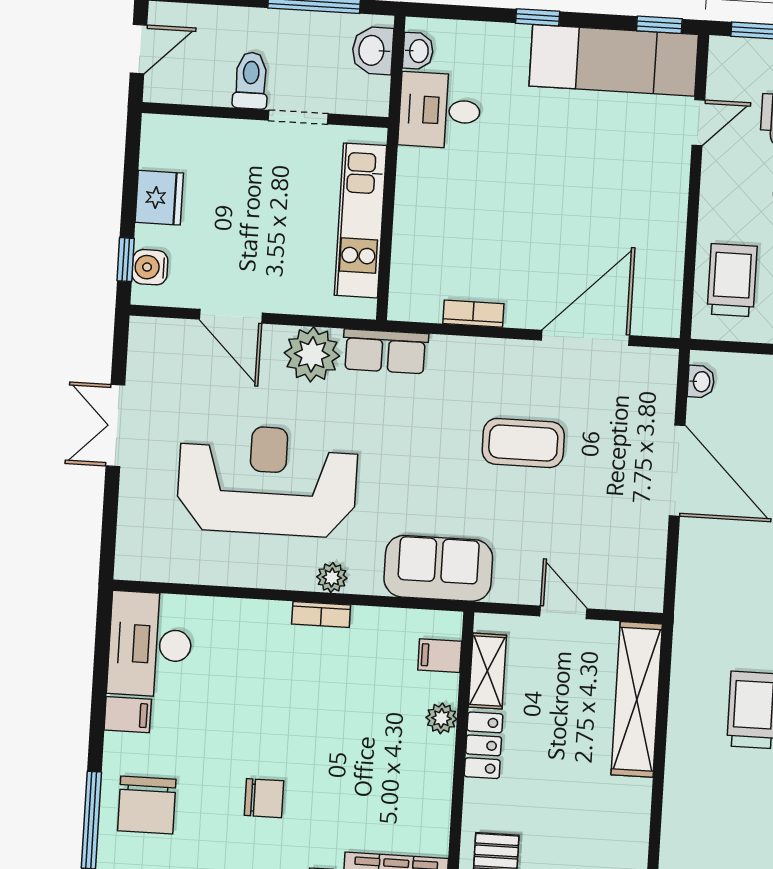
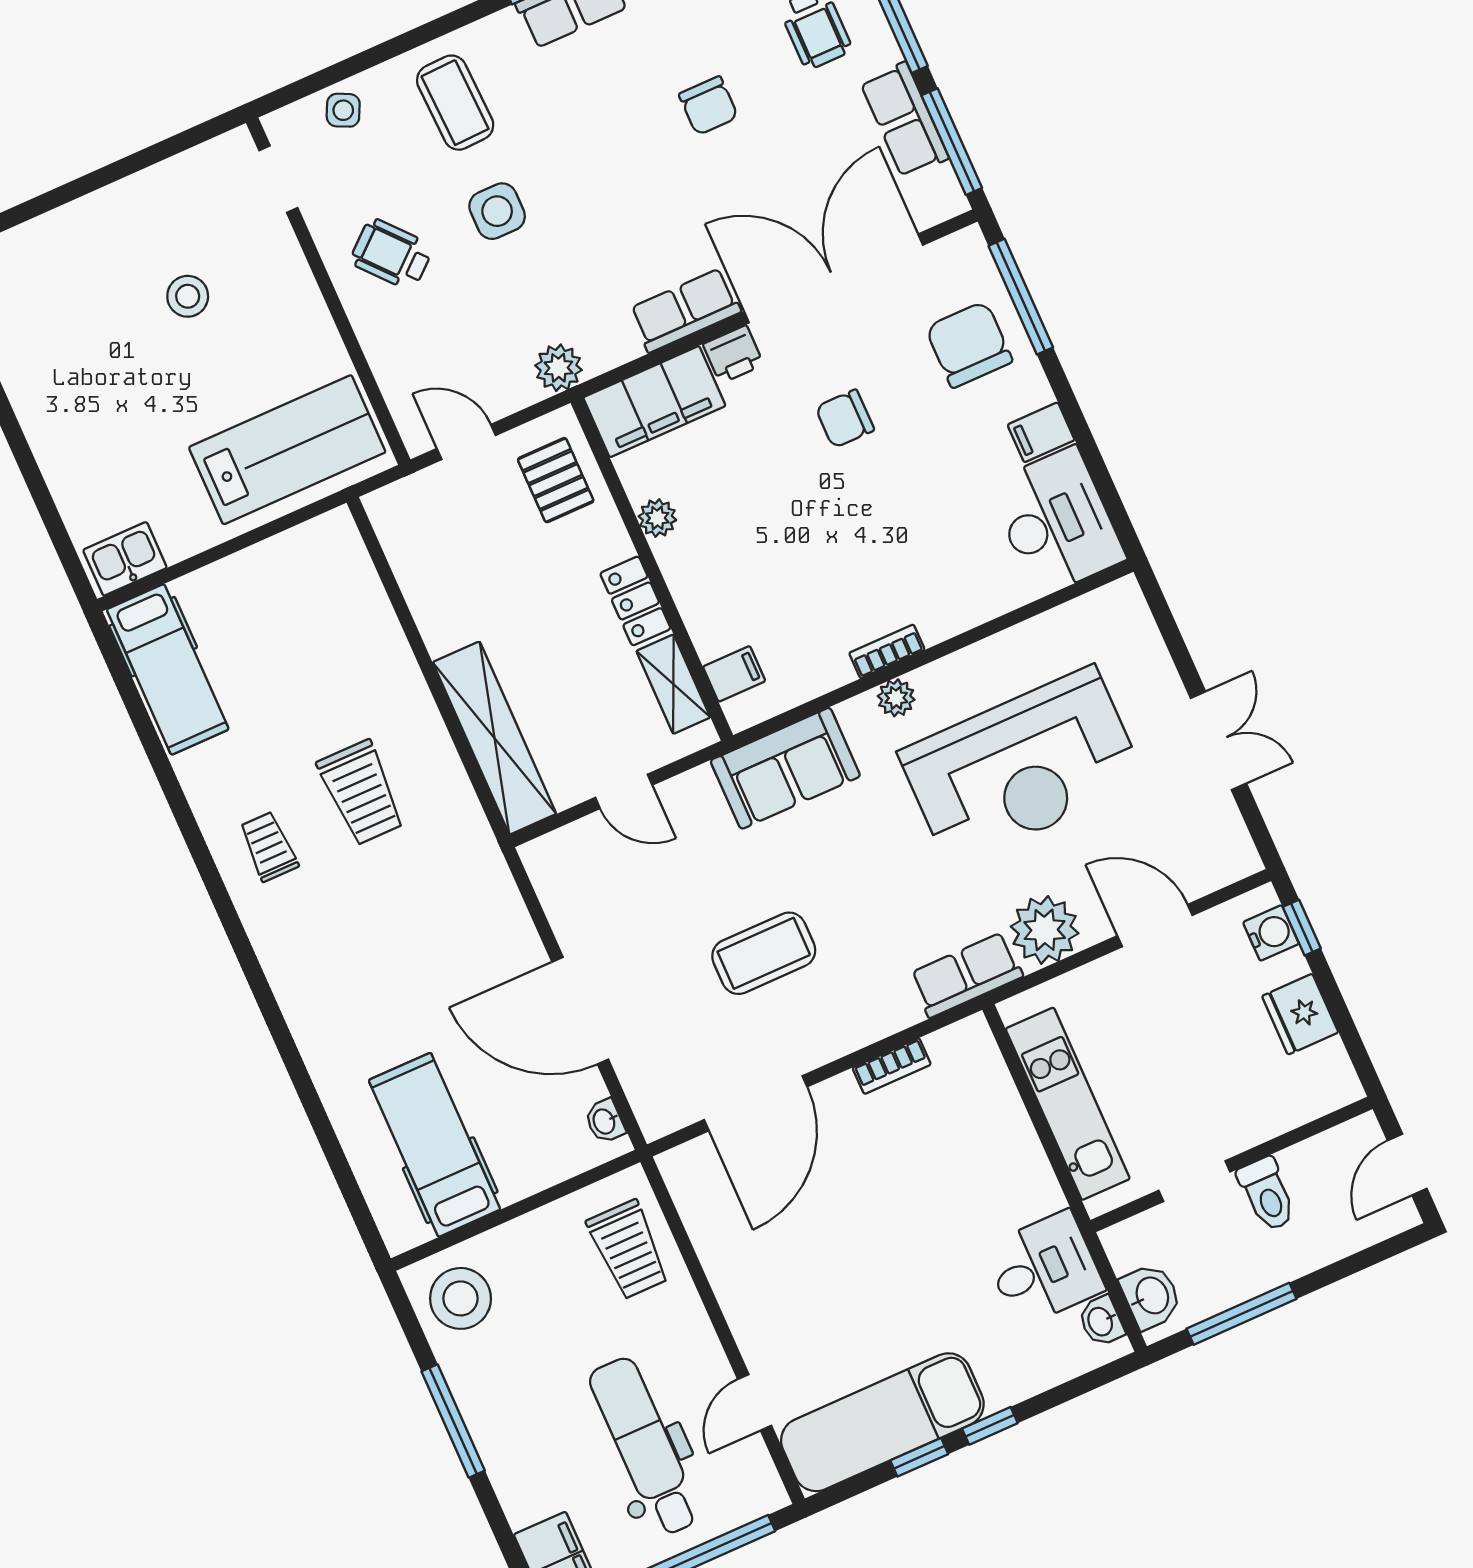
window: (659, 25) -> (919, 1457), moved
plant: (441, 718) -> (657, 518), moved

